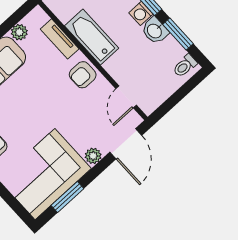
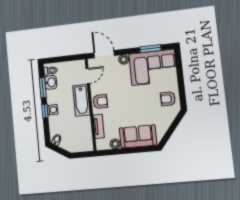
washbasin: (155, 31) -> (51, 82), moved
bathtub: (92, 37) -> (82, 100), moved
door: (126, 144) -> (104, 54), hinge flipped

